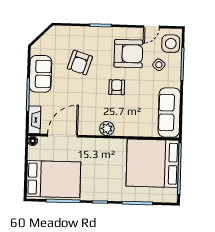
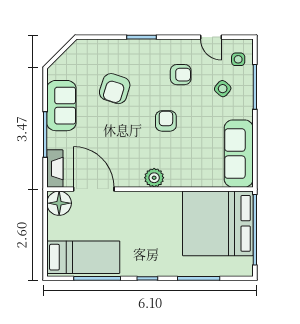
door: (151, 27) -> (211, 37), hinge flipped
side table: (171, 44) -> (238, 59), width x0.54, depth x0.54
armchair: (128, 54) -> (181, 75), width x0.53, depth x0.53
door: (63, 136) -> (94, 189), hinge flipped
floor lamp: (33, 141) -> (59, 203), width x1.89, depth x1.89
bed: (54, 179) -> (83, 257), width x0.67

